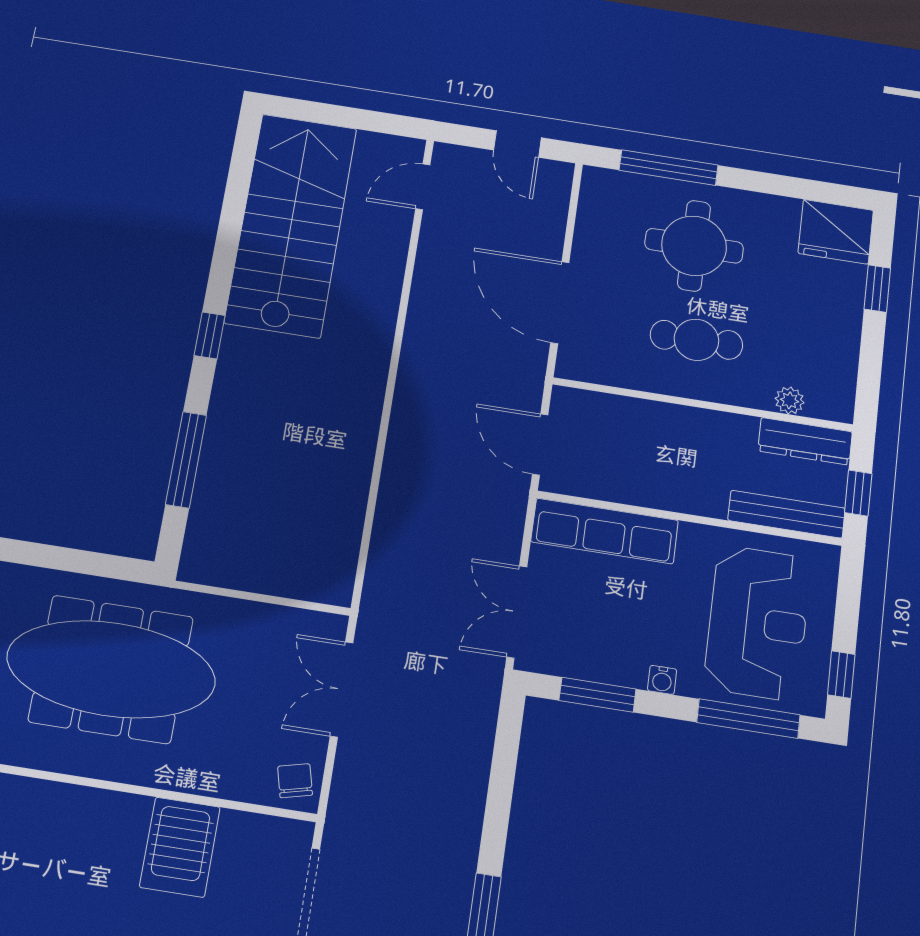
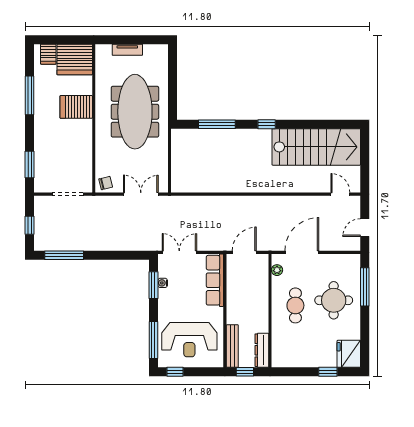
plant: (789, 400) -> (277, 270), moved
water cooler: (662, 680) -> (163, 283), moved
server rack: (180, 847) -> (76, 107), moved

